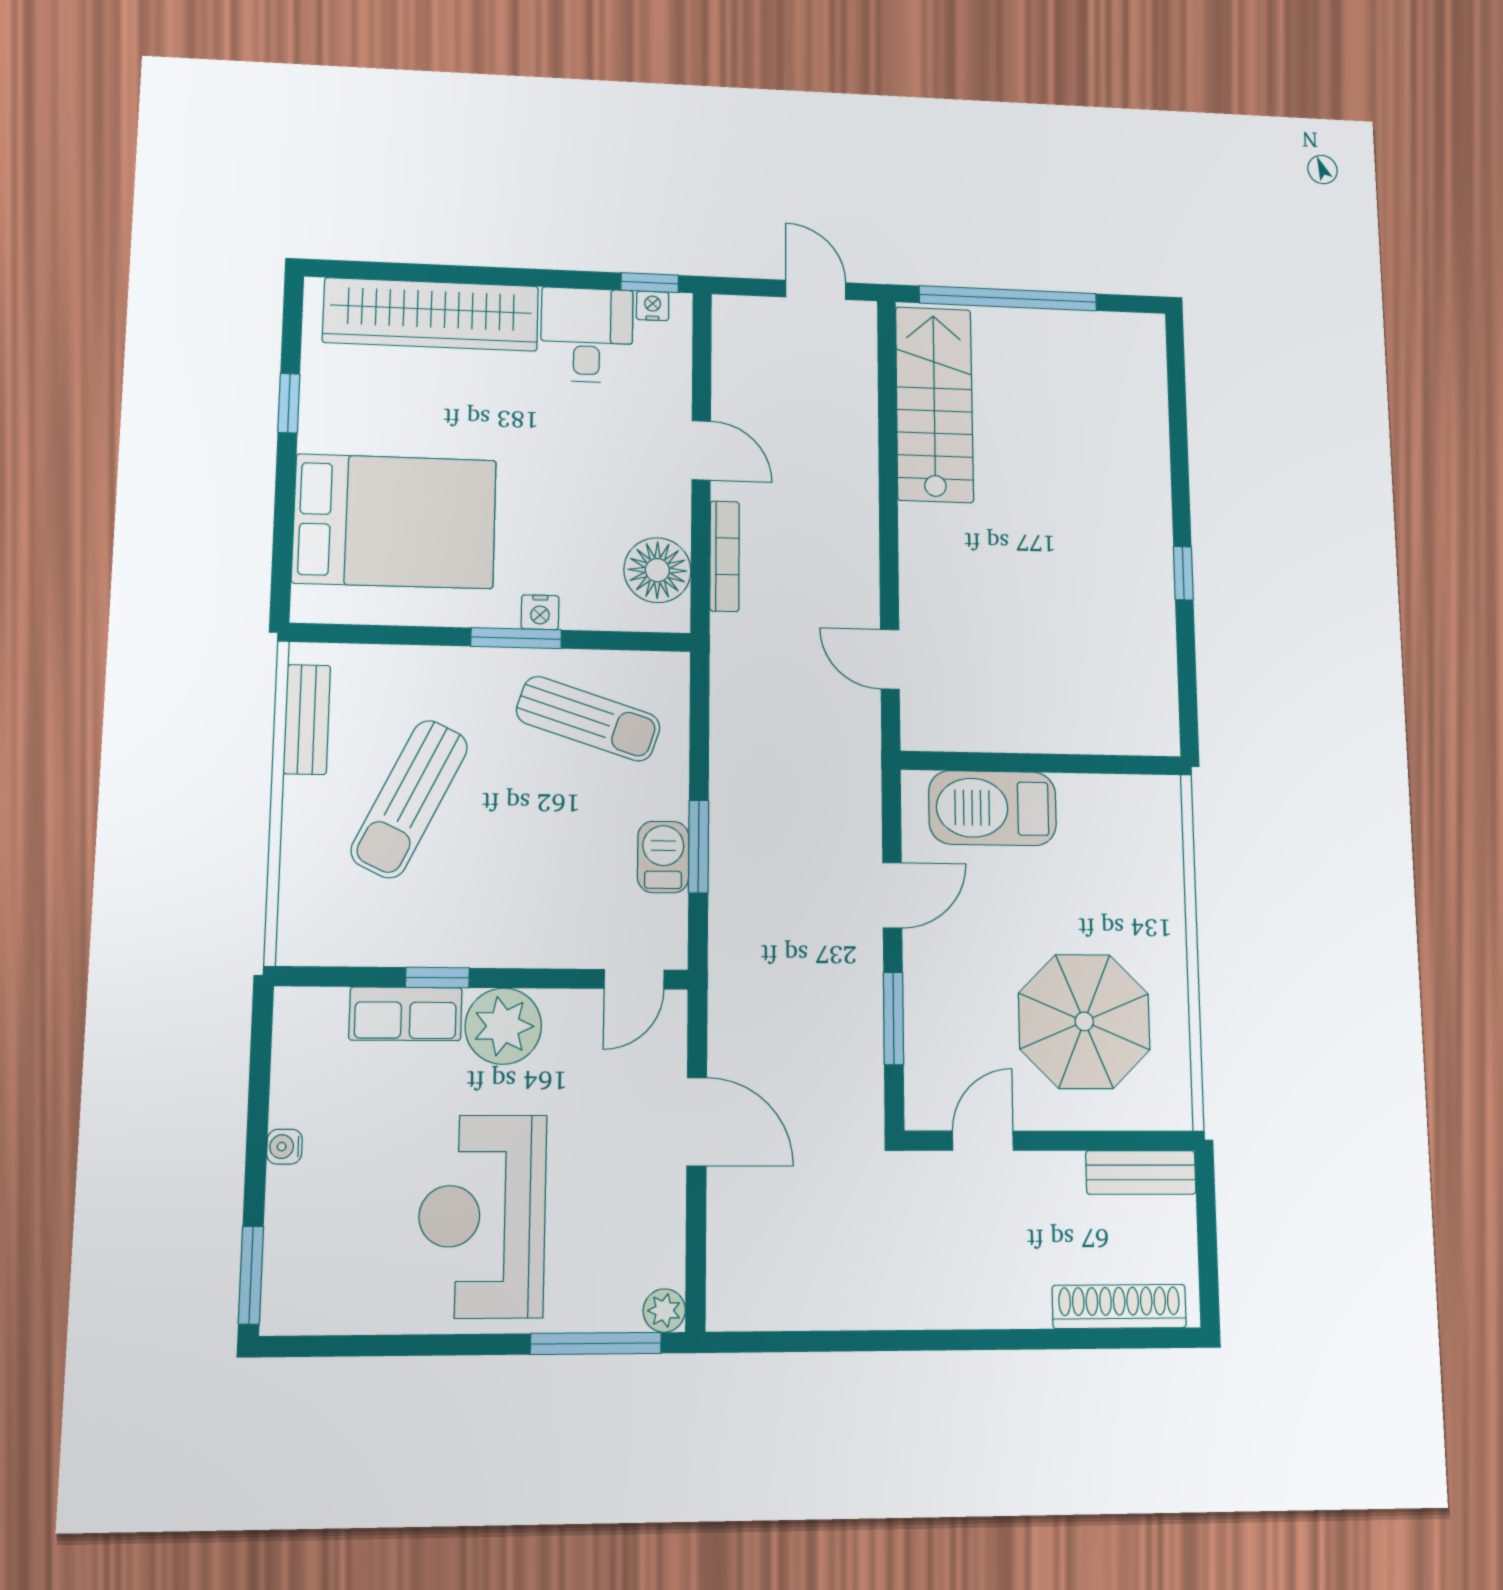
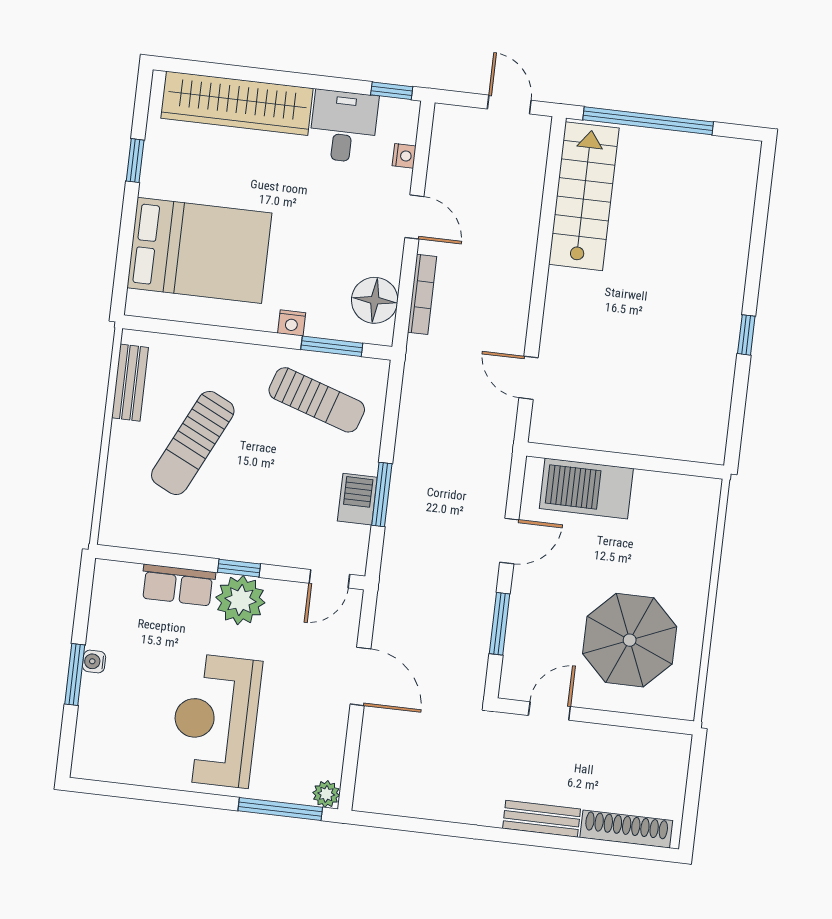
nightstand: (653, 306) -> (404, 156), moved, turned 90
window: (516, 638) -> (332, 346), moved
window: (437, 978) -> (239, 568), moved
bench: (1141, 1172) -> (542, 819), moved
window: (251, 1275) -> (75, 675), moved

